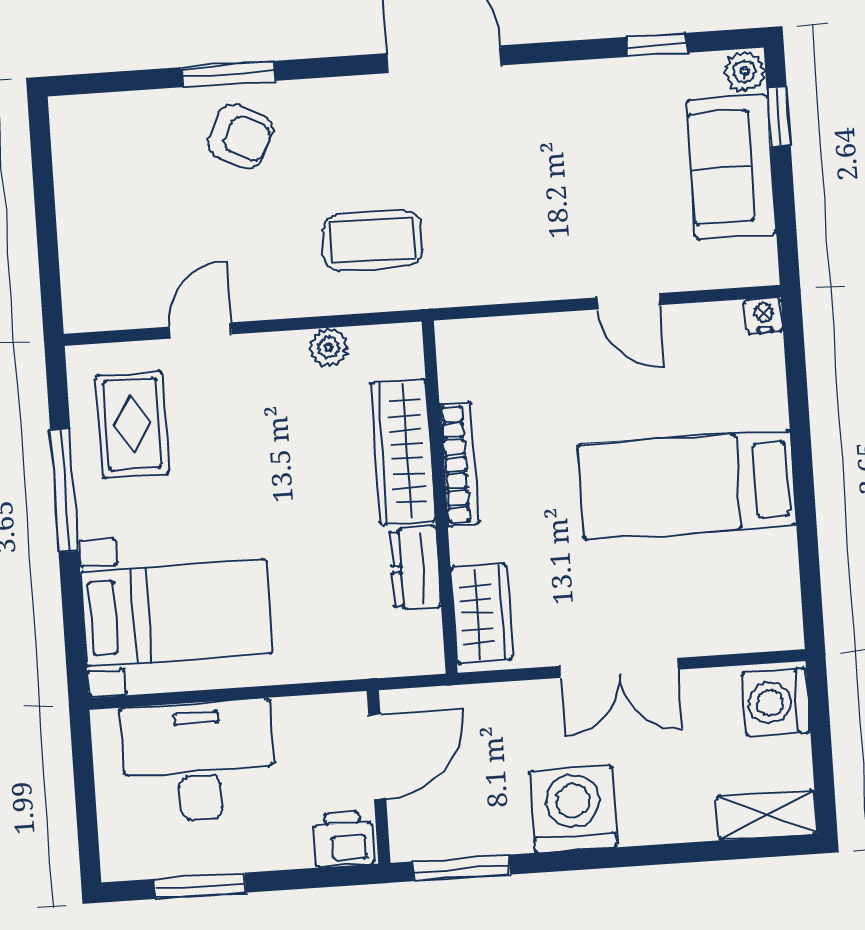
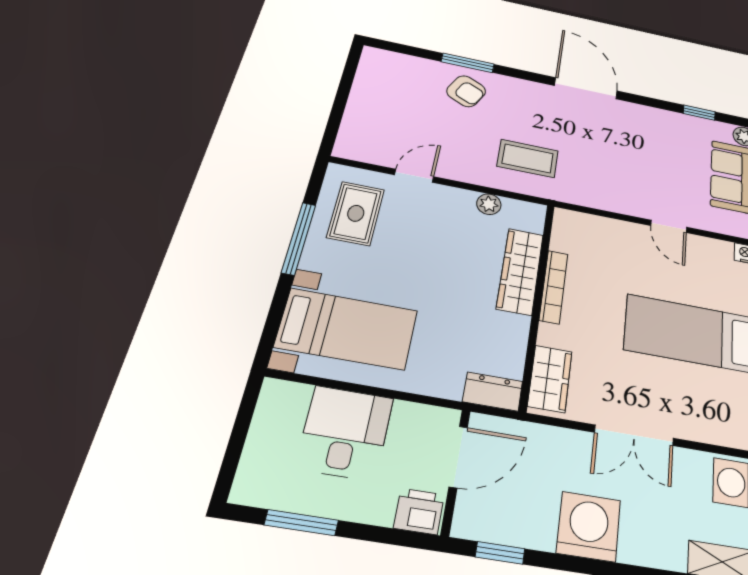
dresser: (415, 568) -> (493, 392), moved, turned 90
desk: (198, 761) -> (345, 433), width x0.73
window: (461, 868) -> (500, 553), width x0.67

